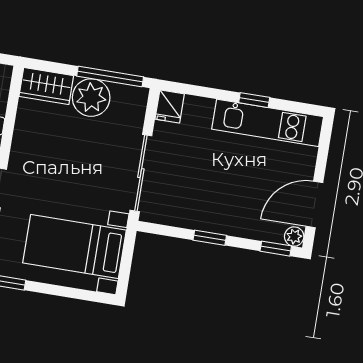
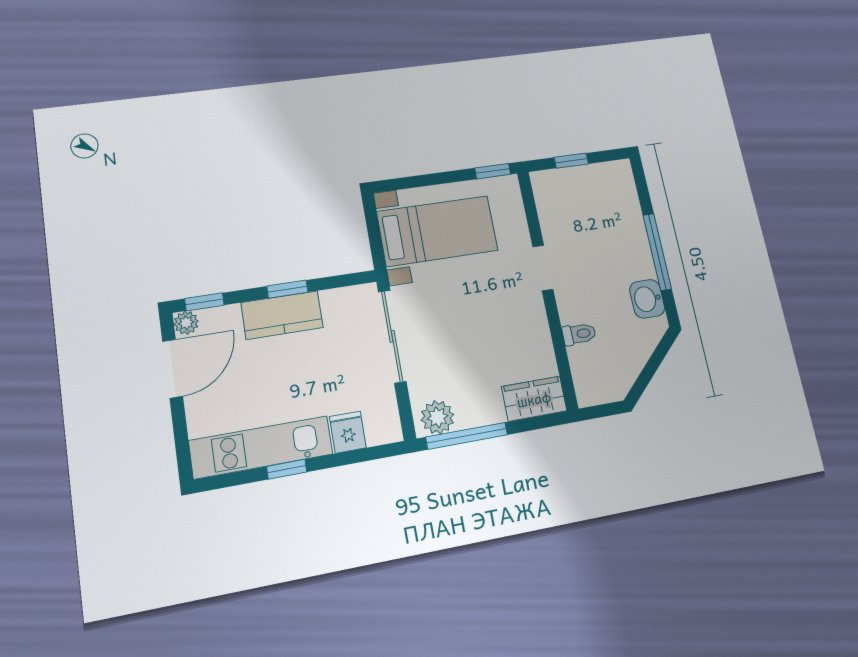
plant: (91, 98) -> (438, 417), moved, width x0.73, depth x0.73
fridge: (170, 106) -> (348, 432), moved
kitchen counter: (220, 219) -> (282, 315), added

